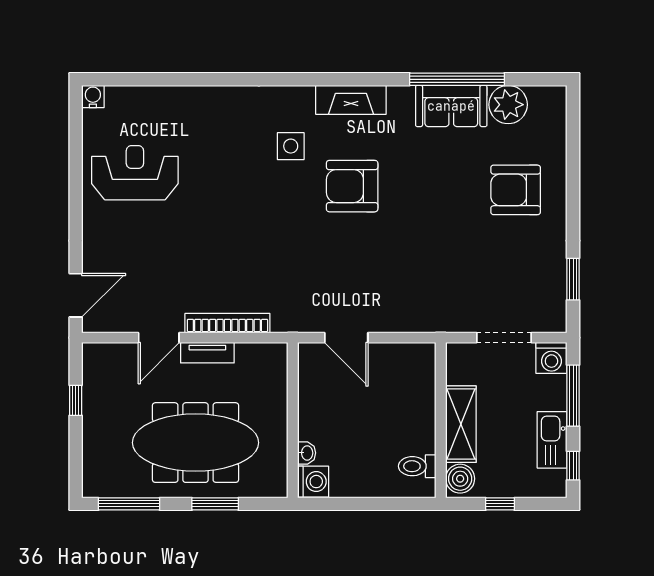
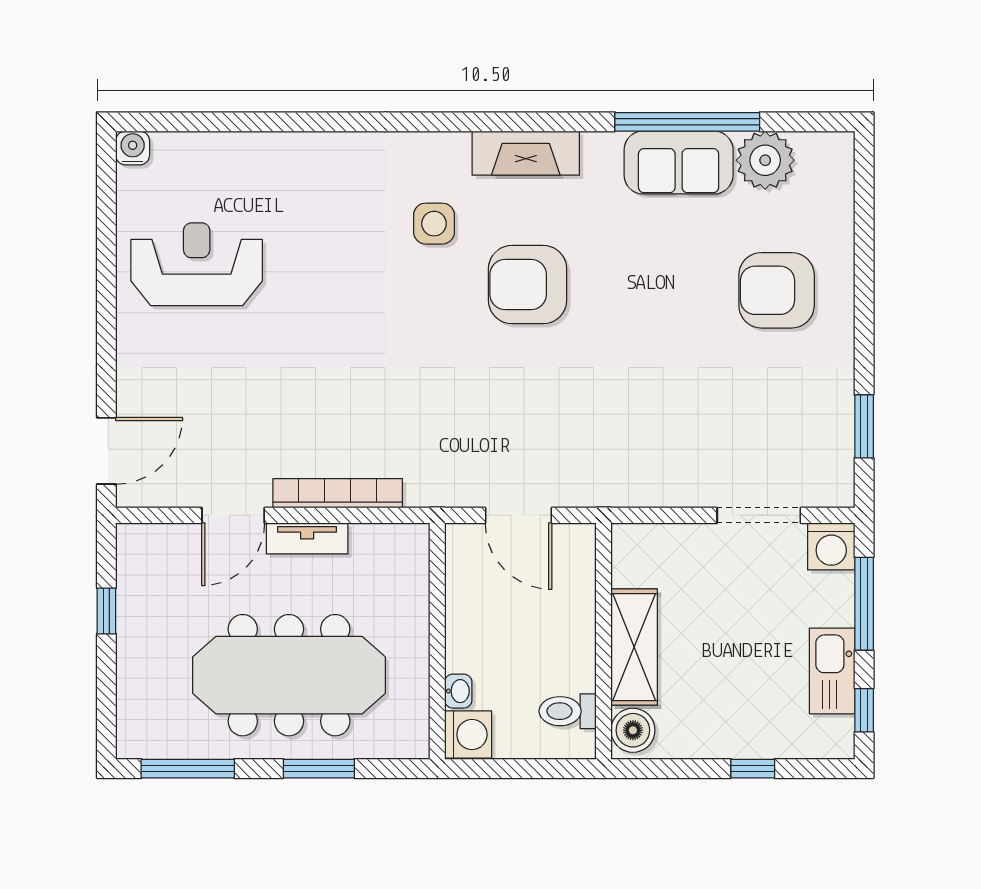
wall: (441, 420) -> (603, 641), moved
shelving: (461, 424) -> (634, 647), moved
toilet: (417, 466) -> (568, 711), moved
boiler: (460, 479) -> (633, 730), moved

